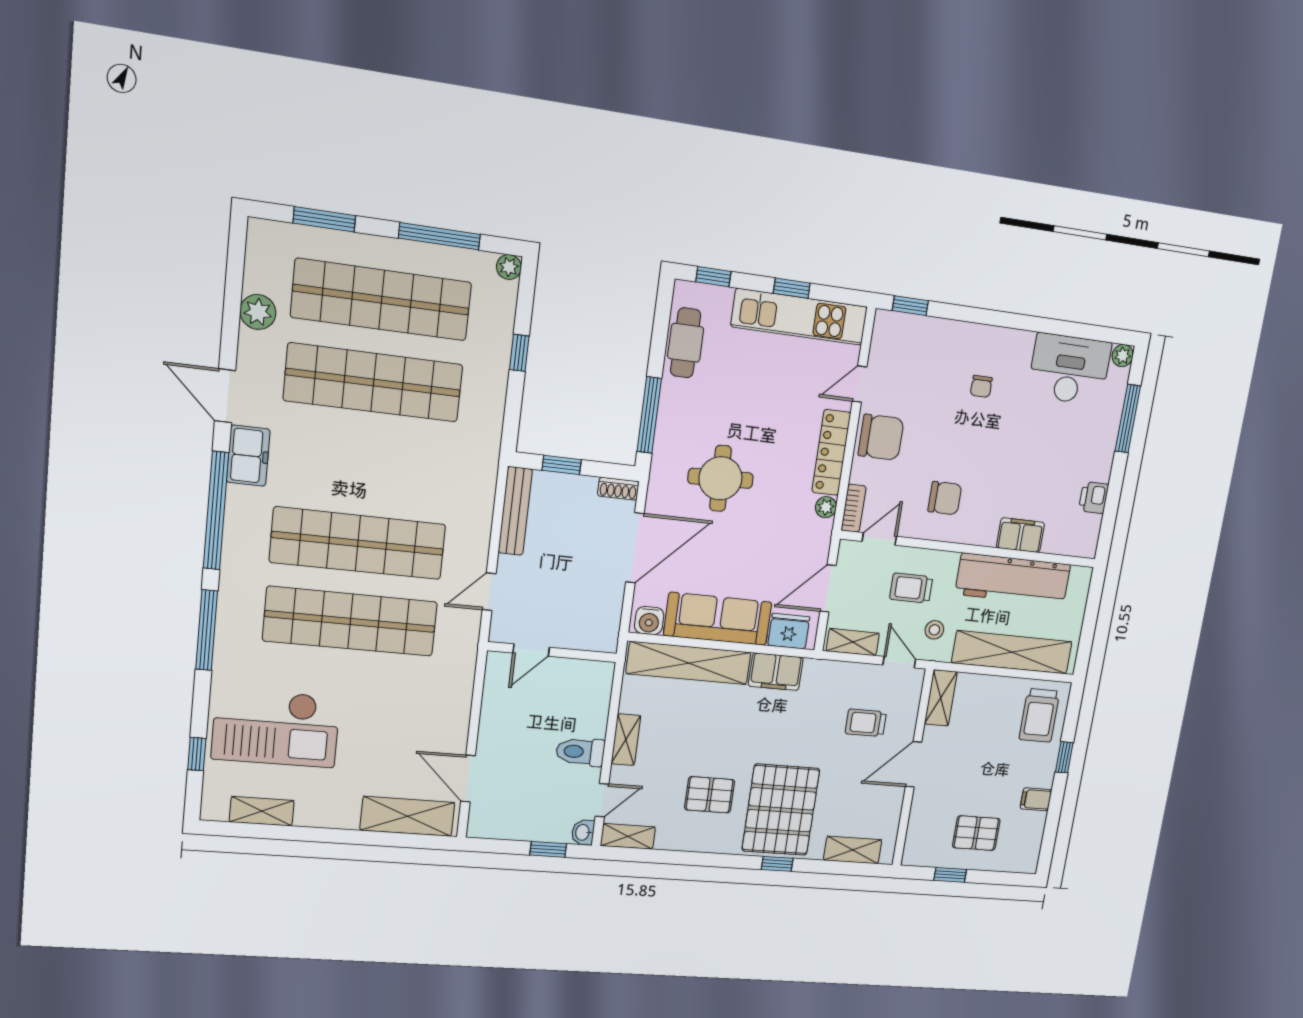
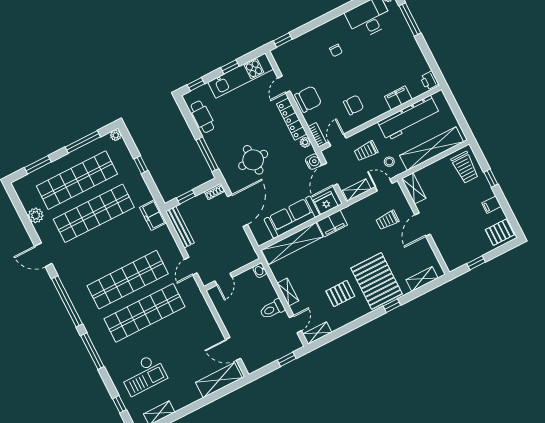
freezer: (248, 456) -> (153, 215), moved, turned 180
printer: (1094, 498) -> (429, 80), moved
water cooler: (649, 621) -> (313, 162), moved, turned -90
checkout: (276, 728) -> (143, 375), width x0.73, depth x0.83
washbasin: (583, 832) -> (260, 270), moved
pallet: (976, 833) -> (500, 232), moved

